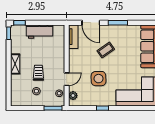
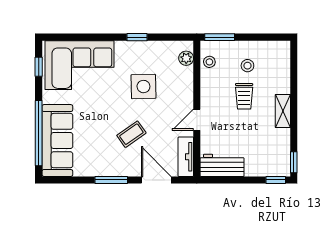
workbench: (39, 32) -> (222, 165), moved
door: (67, 79) -> (197, 120), moved

